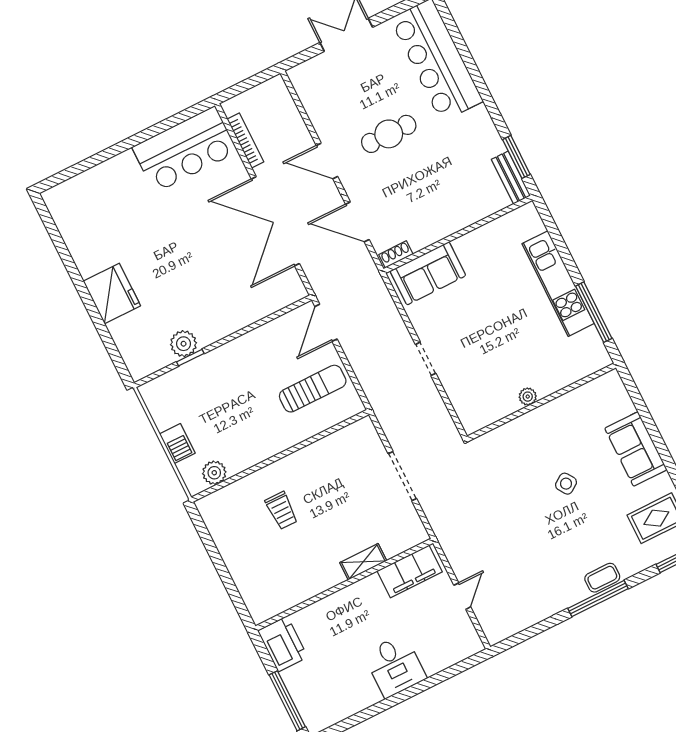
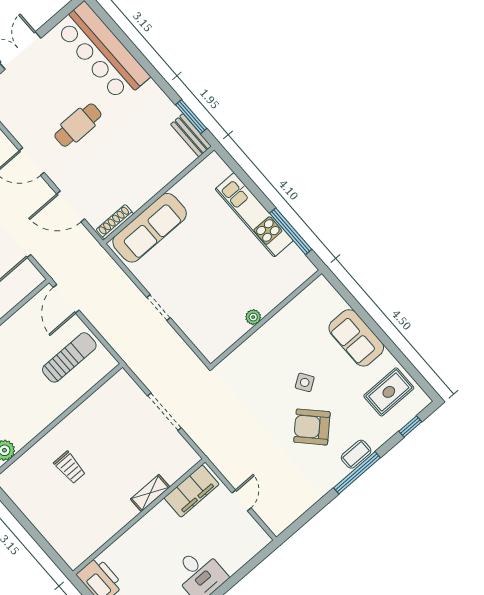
shoe rack: (396, 254) -> (115, 222), width x1.43
sofa: (428, 273) -> (150, 228), width x1.36
armchair: (561, 535) -> (312, 427), added

